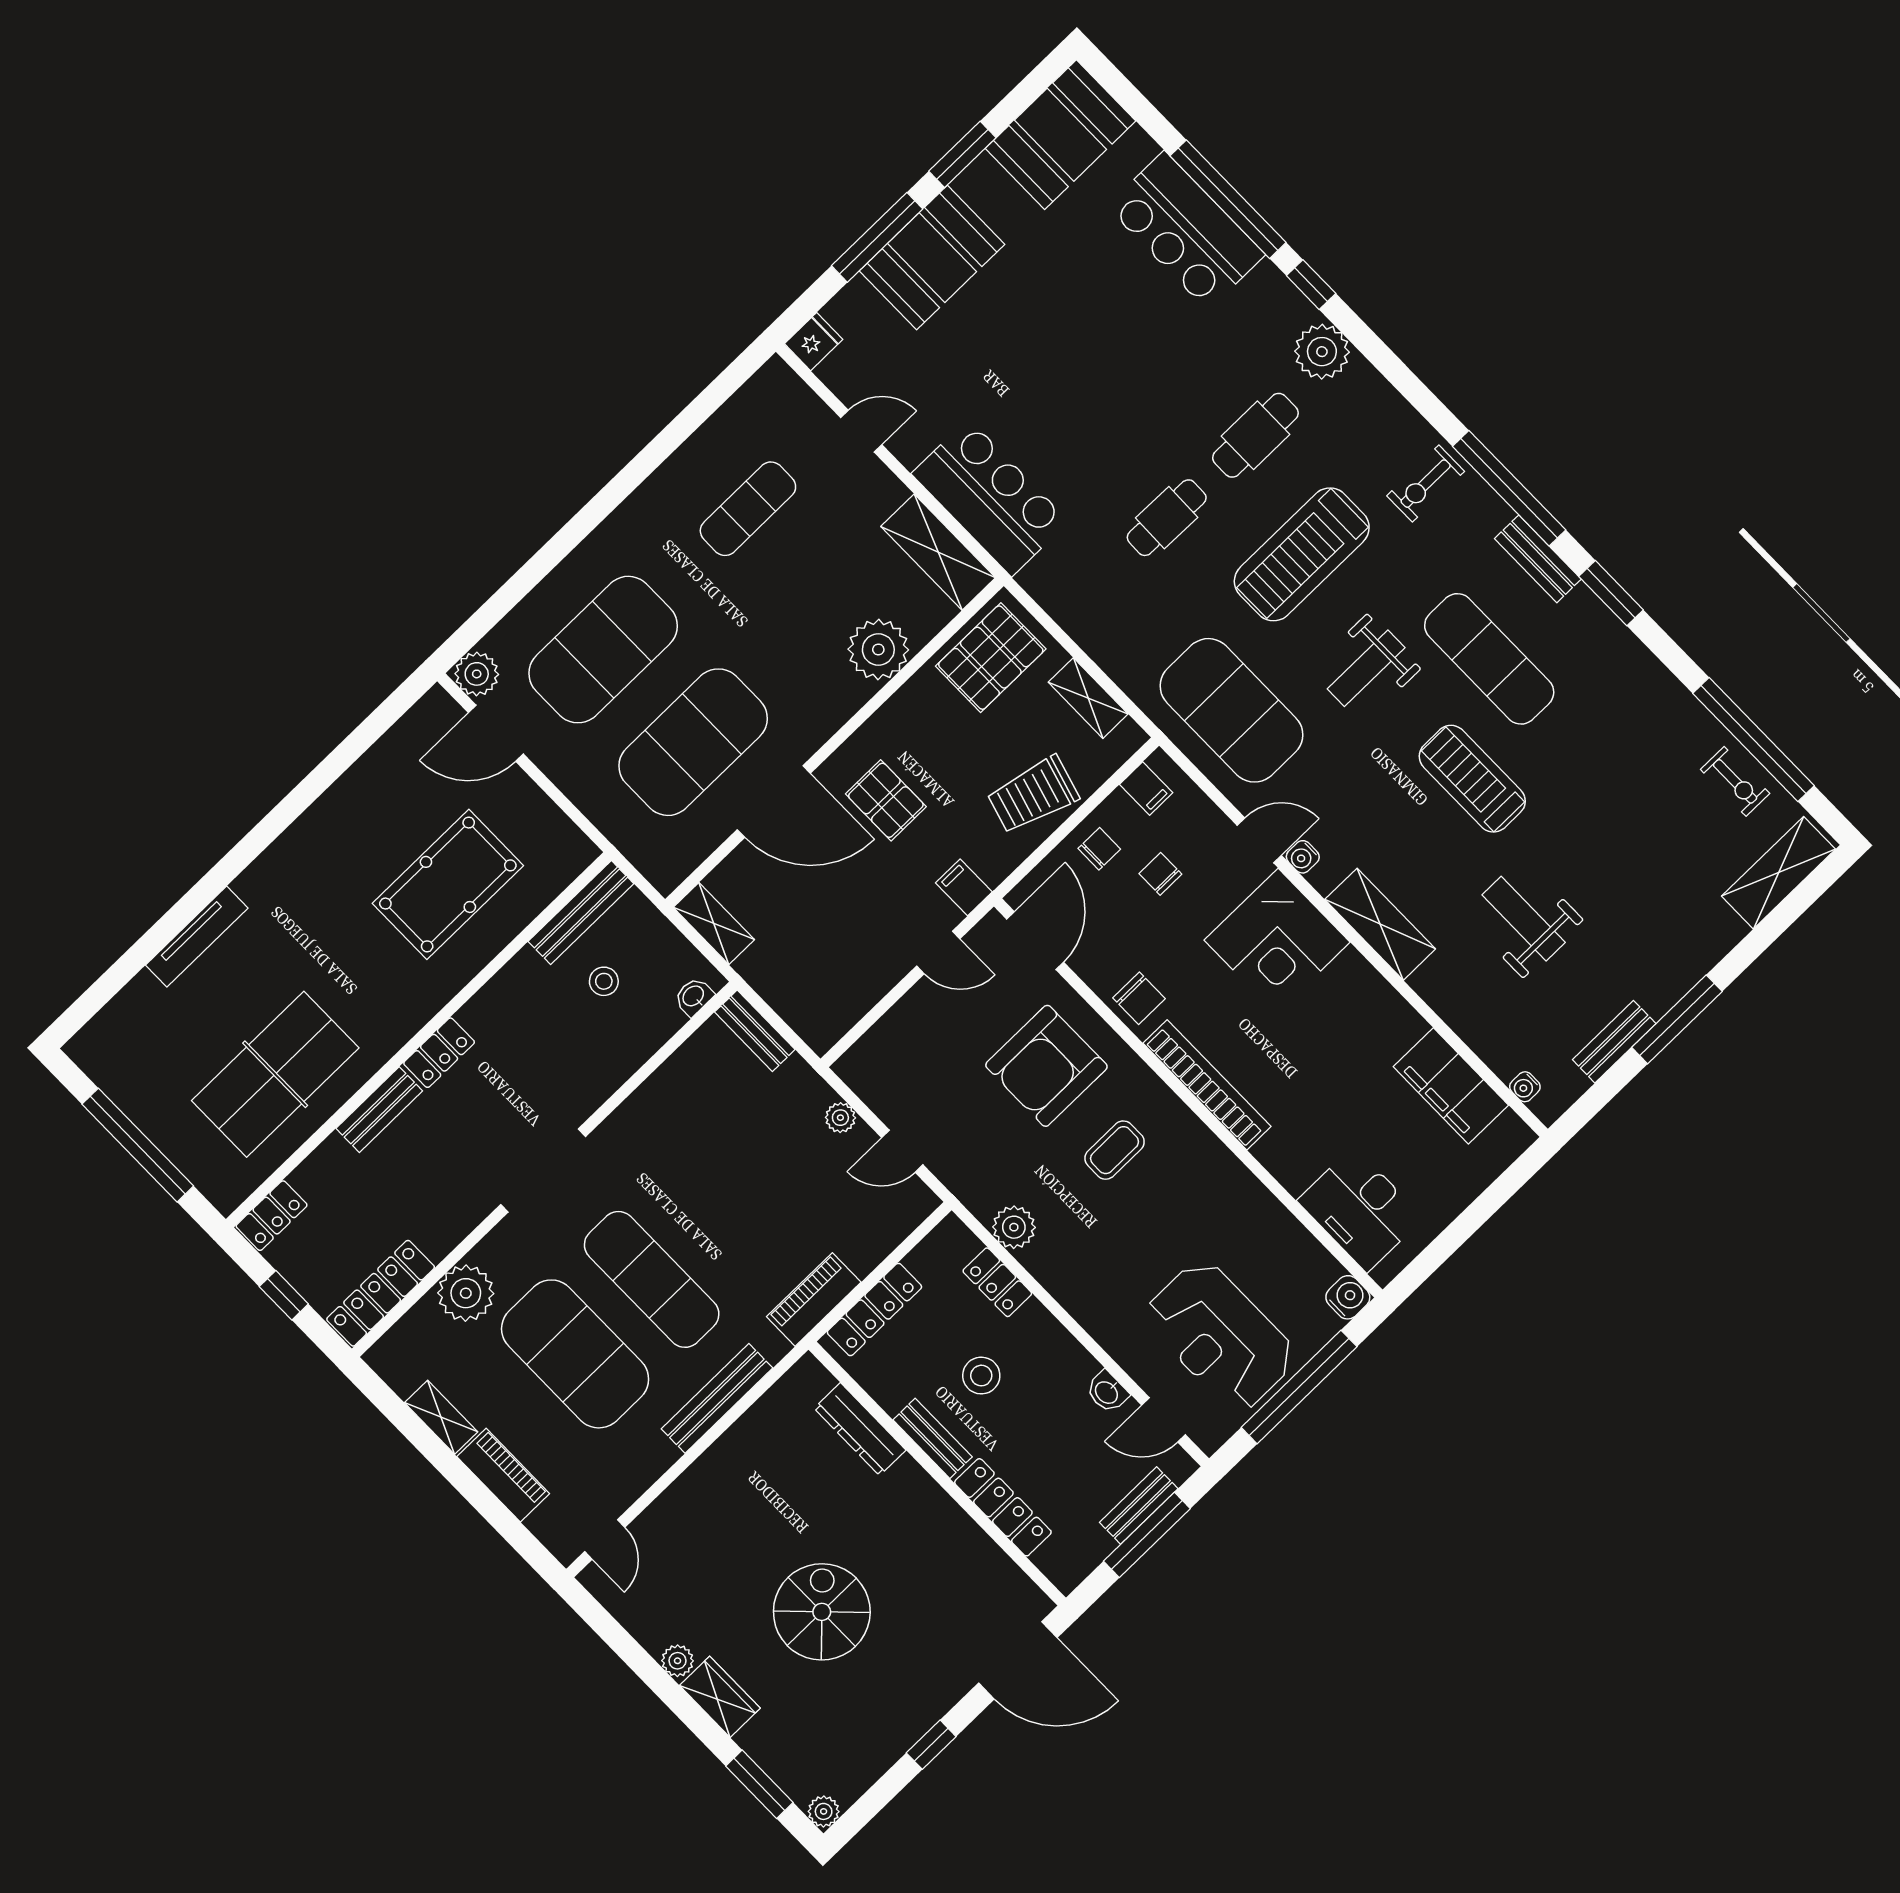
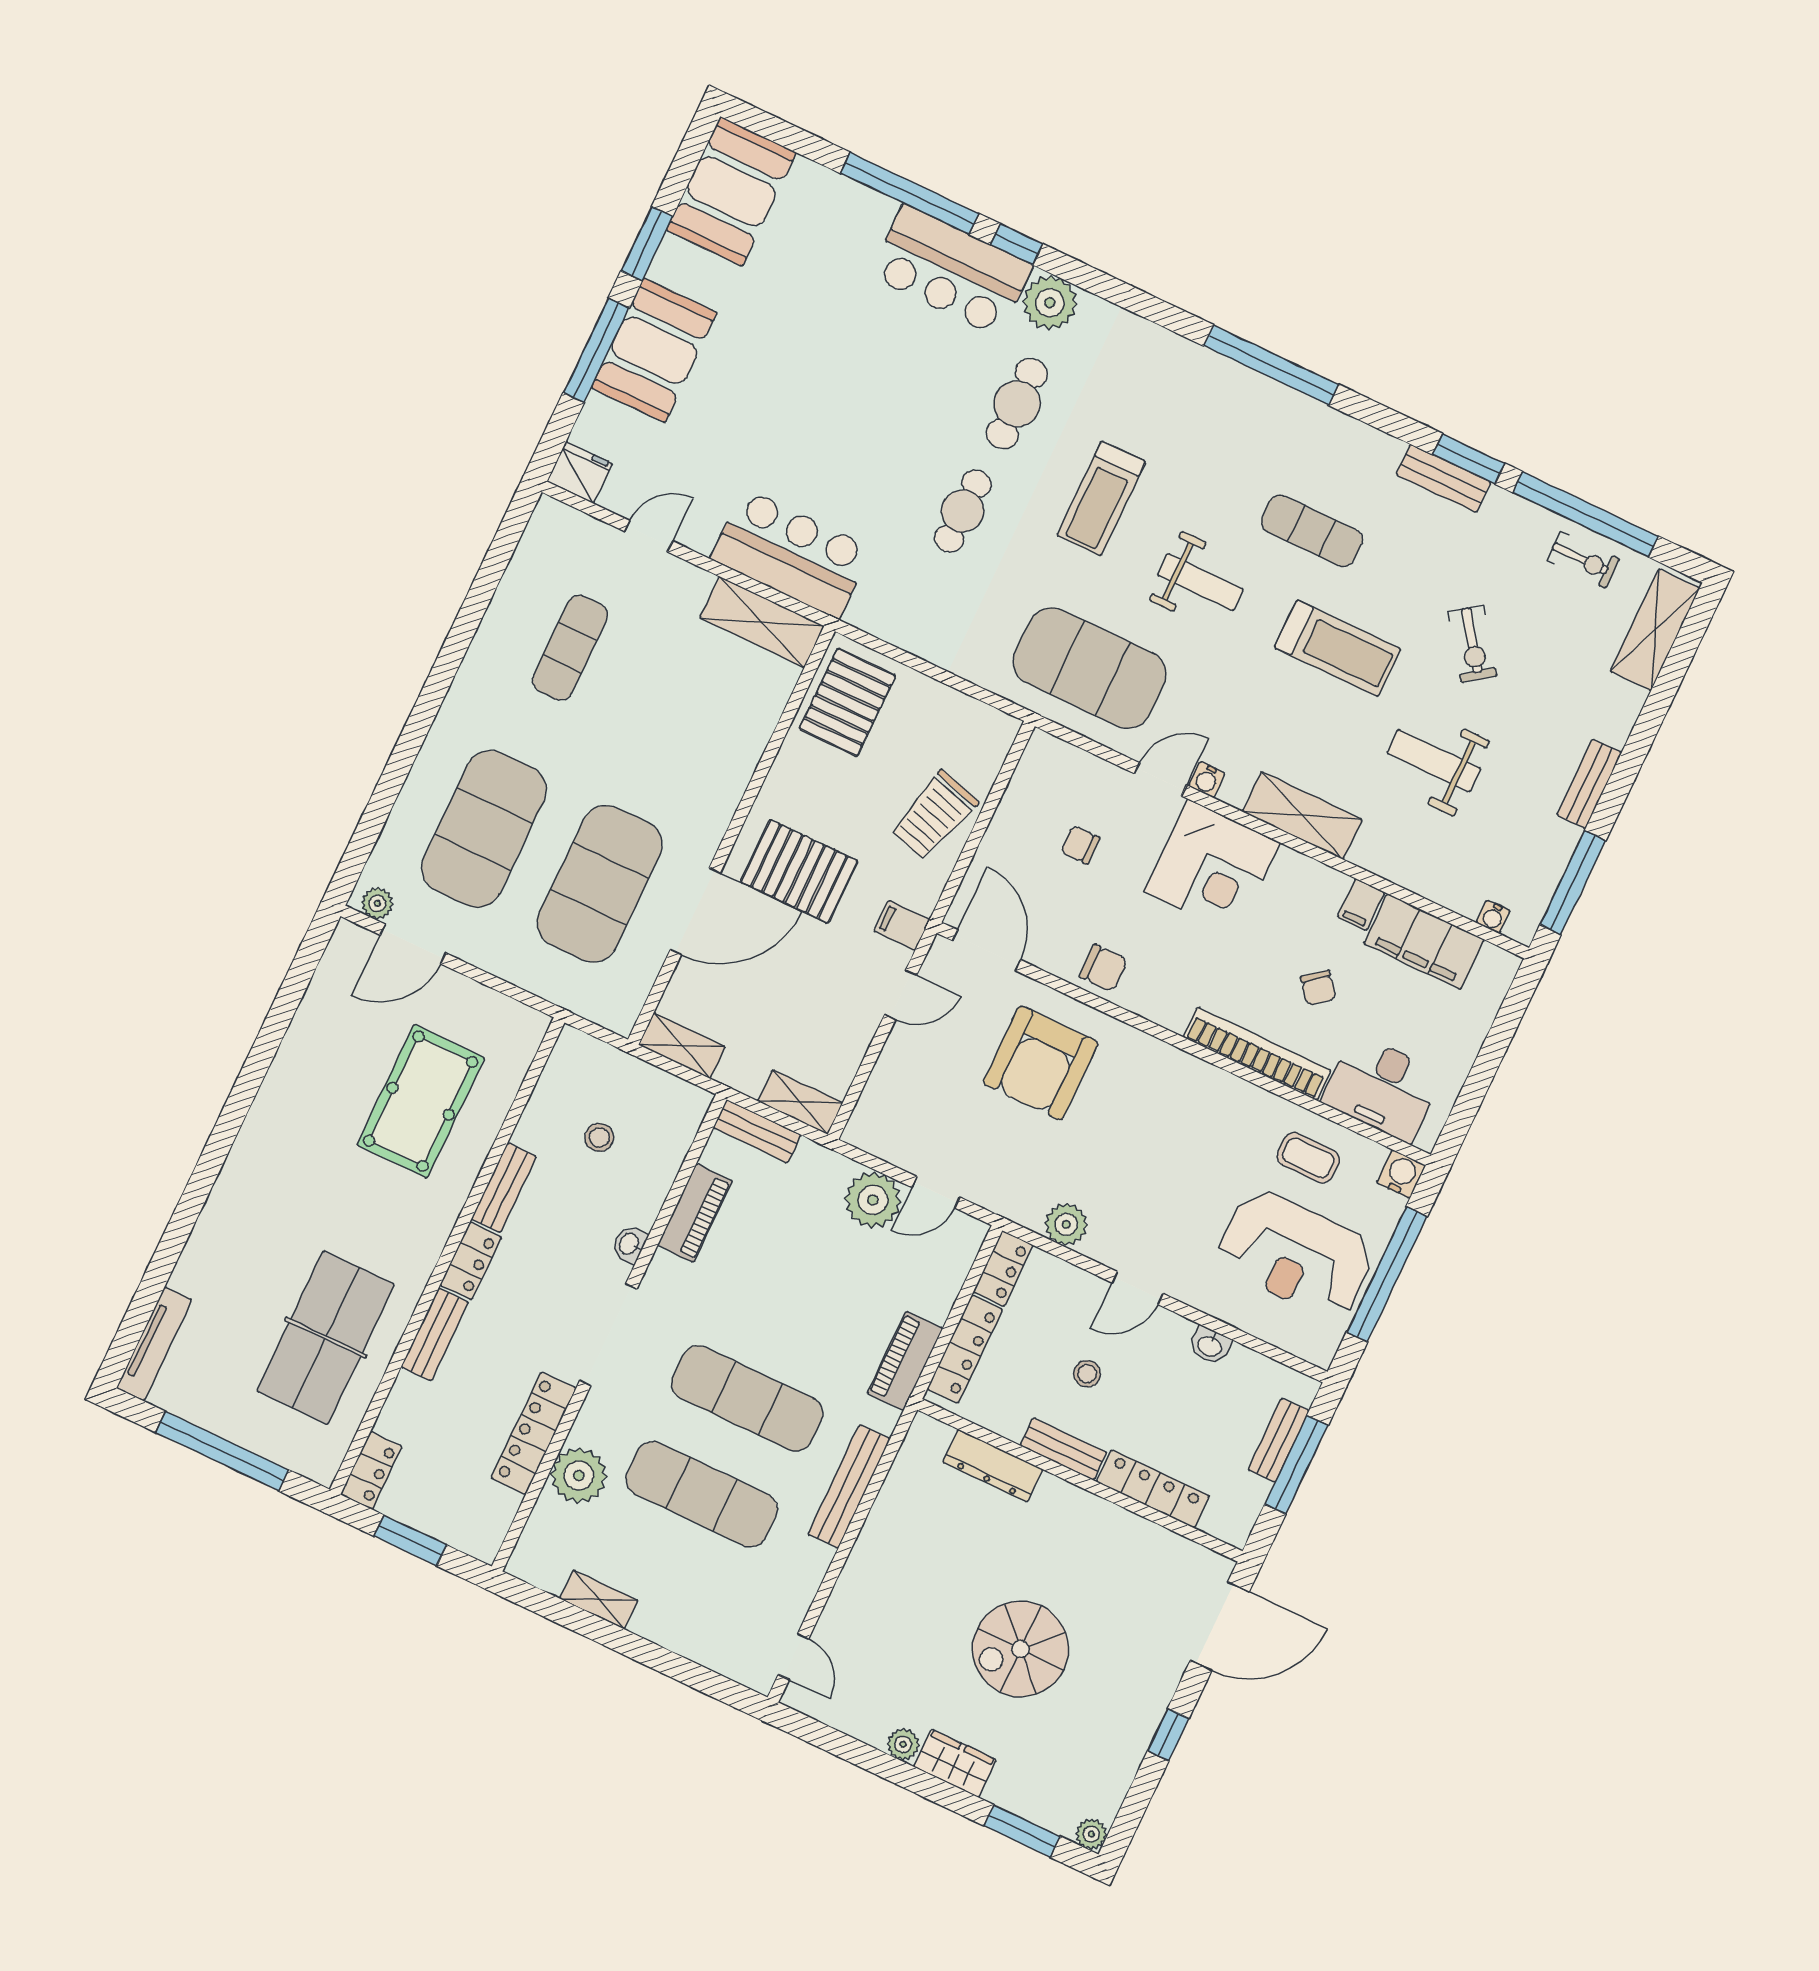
bar counter: (1186, 231) -> (951, 270), moved
fridge: (814, 342) -> (580, 472), width x1.38
exercise bike: (1426, 484) -> (1472, 644), moved, turned -36
treadmill: (1302, 554) -> (1101, 498), width x0.73, depth x0.73
bench: (1538, 559) -> (1444, 478), moved
window: (1611, 593) -> (1469, 459), moved
plant: (878, 649) -> (740, 734), removed
exercise mat: (1489, 659) -> (1312, 531), width x0.73, depth x0.69
weight bench: (1366, 668) -> (1200, 582), turned -90
plant: (477, 674) -> (377, 903), width x0.73, depth x0.73
shelving: (1088, 698) -> (800, 1102), moved
treadmill: (1472, 779) -> (1338, 648), turned 180
filing cabinet: (1146, 788) -> (1361, 905), moved, turned 90
pallet: (886, 800) -> (799, 871), width x1.50, depth x1.42
chair: (1099, 849) -> (1318, 988), moved, turned 141
bench: (581, 913) -> (504, 1188), moved, width x0.73
tv unit: (197, 937) -> (154, 1344), moved
washbasin: (694, 996) -> (630, 1244), moved
window: (1677, 1019) -> (1573, 883), moved
bench: (1614, 1042) -> (1589, 784), moved
bookcase: (1207, 1085) -> (1257, 1054), moved
plant: (840, 1118) -> (873, 1200), width x1.87, depth x1.87
coffee table: (1115, 1150) -> (1308, 1158), moved, turned 90
locker: (997, 1282) -> (1003, 1268), moved, turned -90
locker: (381, 1293) -> (534, 1433), moved
window: (284, 1295) -> (410, 1540), width x1.50
exercise mat: (575, 1354) -> (702, 1494), width x0.68
stool: (981, 1376) -> (1087, 1374), width x0.73, depth x0.73
door: (1164, 1420) -> (1138, 1288), moved
piano: (503, 1475) -> (695, 1213), moved, turned 90
spiral stairs: (822, 1612) -> (1020, 1649), turned -90

